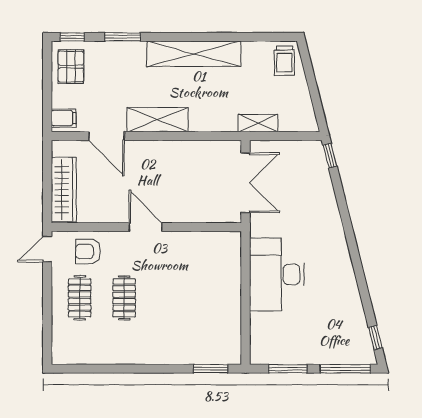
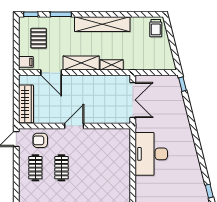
pallet: (71, 67) -> (39, 38), moved
shelving: (258, 123) -> (112, 65), moved
door: (146, 227) -> (74, 126), hinge flipped

